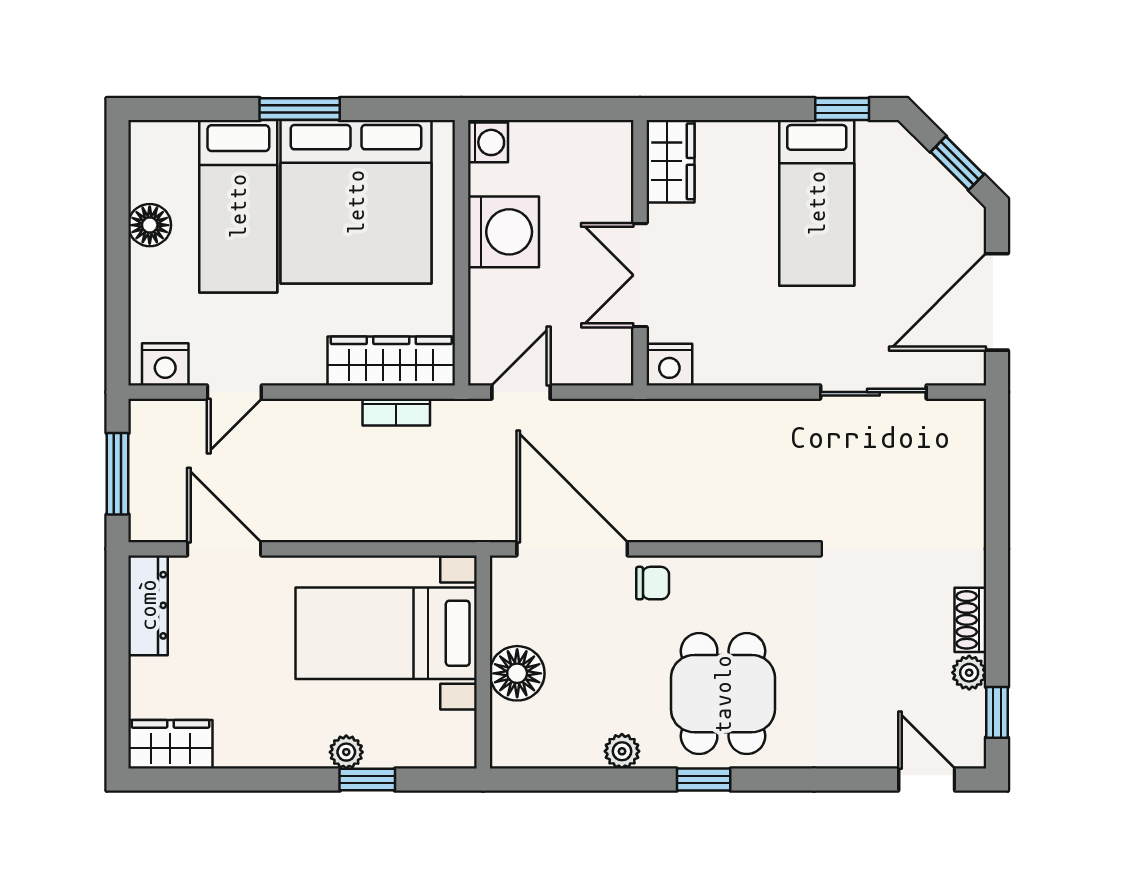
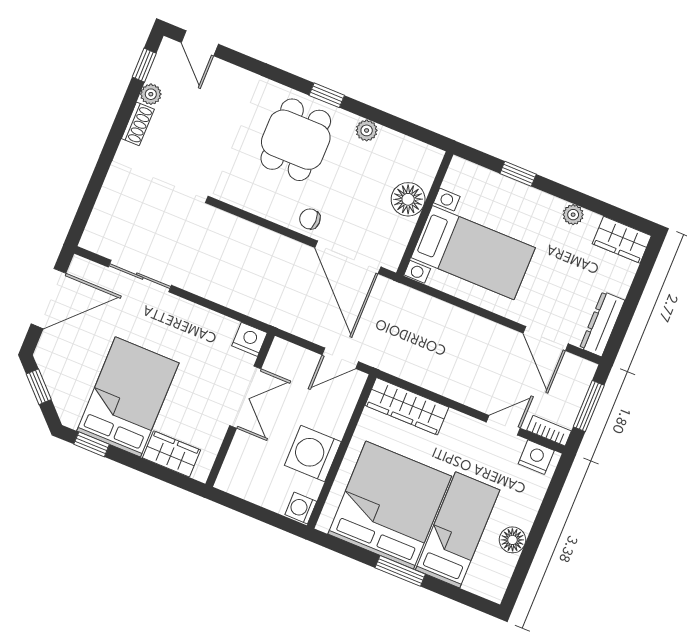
wardrobe: (670, 161) -> (171, 454), moved, turned 90
bed: (817, 203) -> (128, 397), width x1.50
bookcase: (396, 412) -> (549, 431), moved
plant: (346, 752) -> (573, 215), moved

